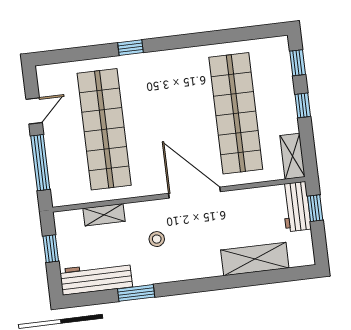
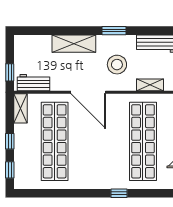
workbench: (296, 207) -> (34, 83), moved, turned -90
stool: (157, 239) -> (117, 65), width x1.89, depth x1.89
shelving: (255, 259) -> (74, 44), moved
window: (136, 293) -> (114, 31), moved

